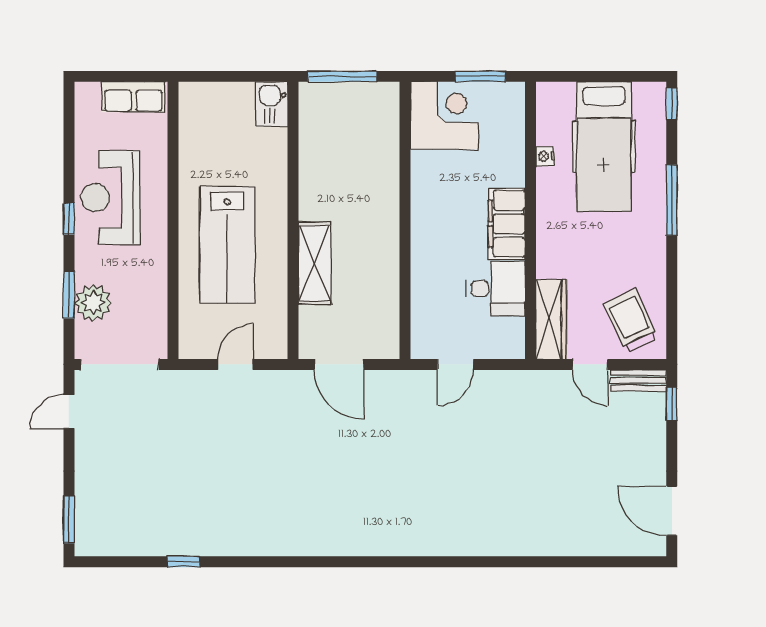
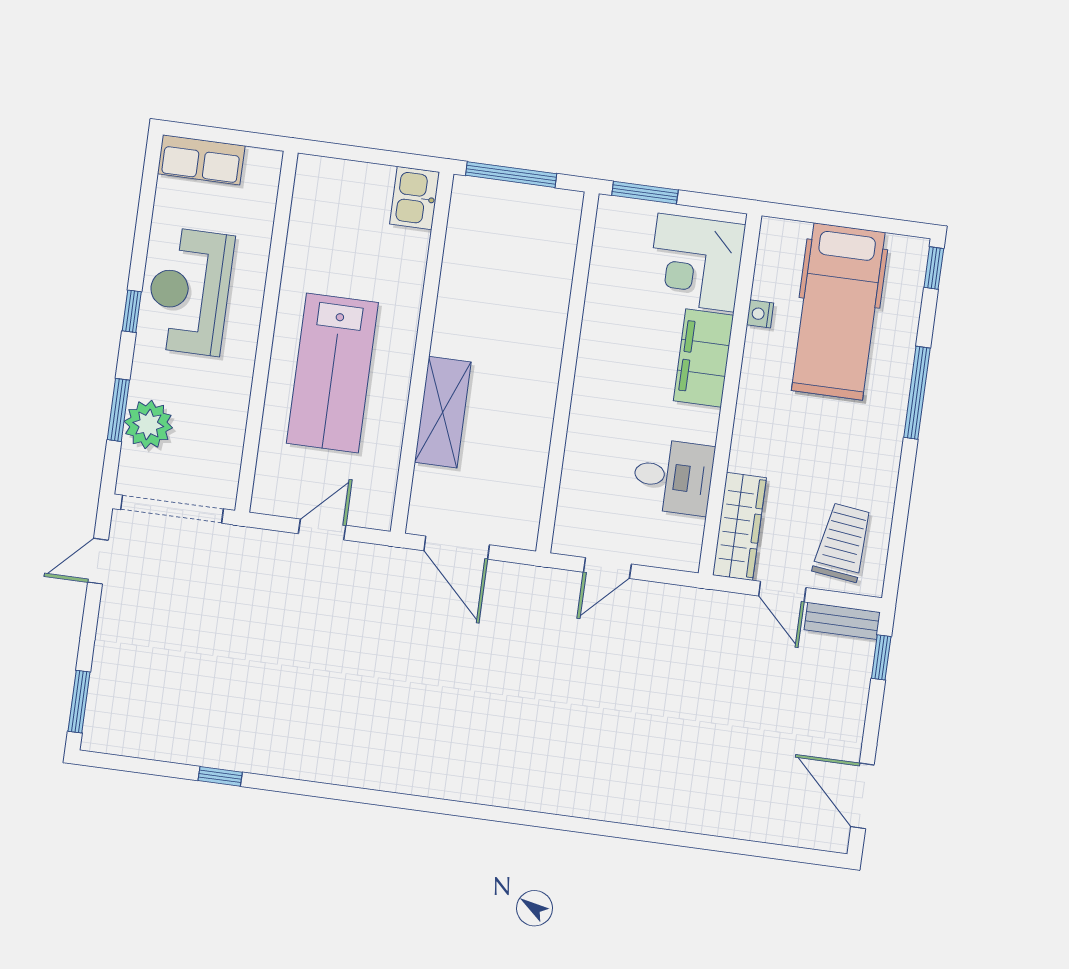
window: (480, 76) -> (645, 193), moved
row of seats: (133, 97) -> (201, 160), moved
corner desk: (444, 116) -> (696, 263), moved, turned 180
filing cabinet: (507, 224) -> (704, 358), moved
trolley: (631, 321) -> (843, 542), turned 32

